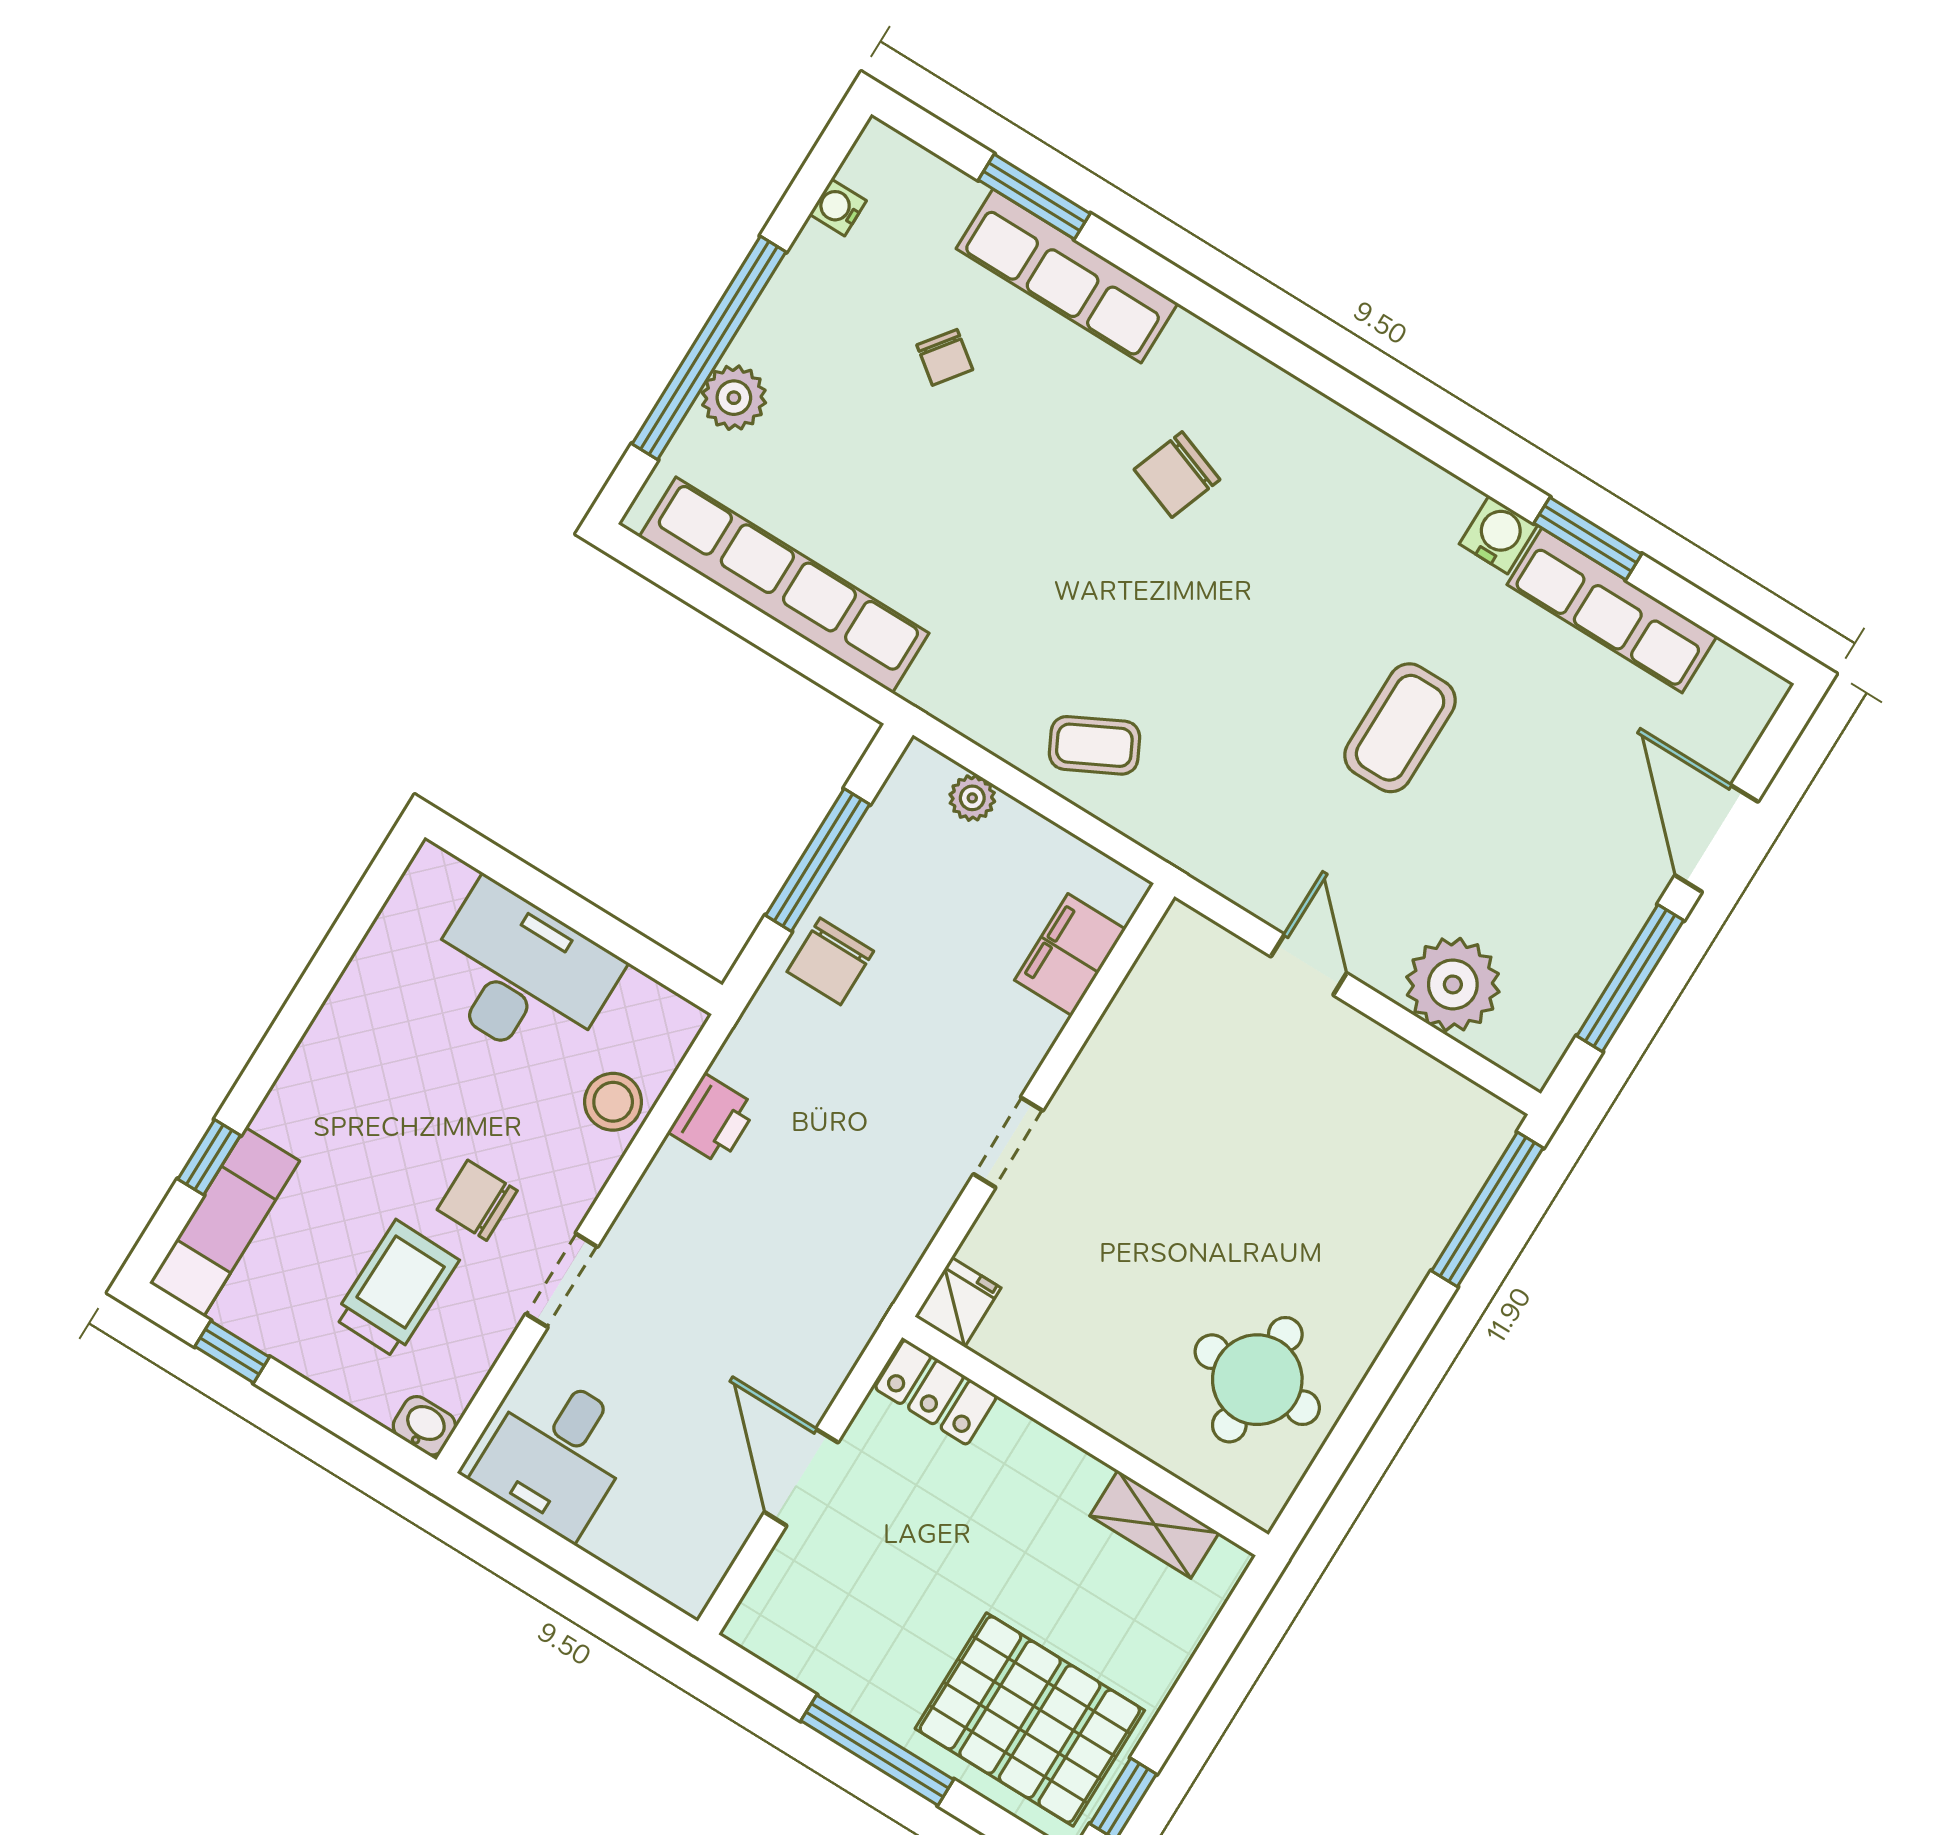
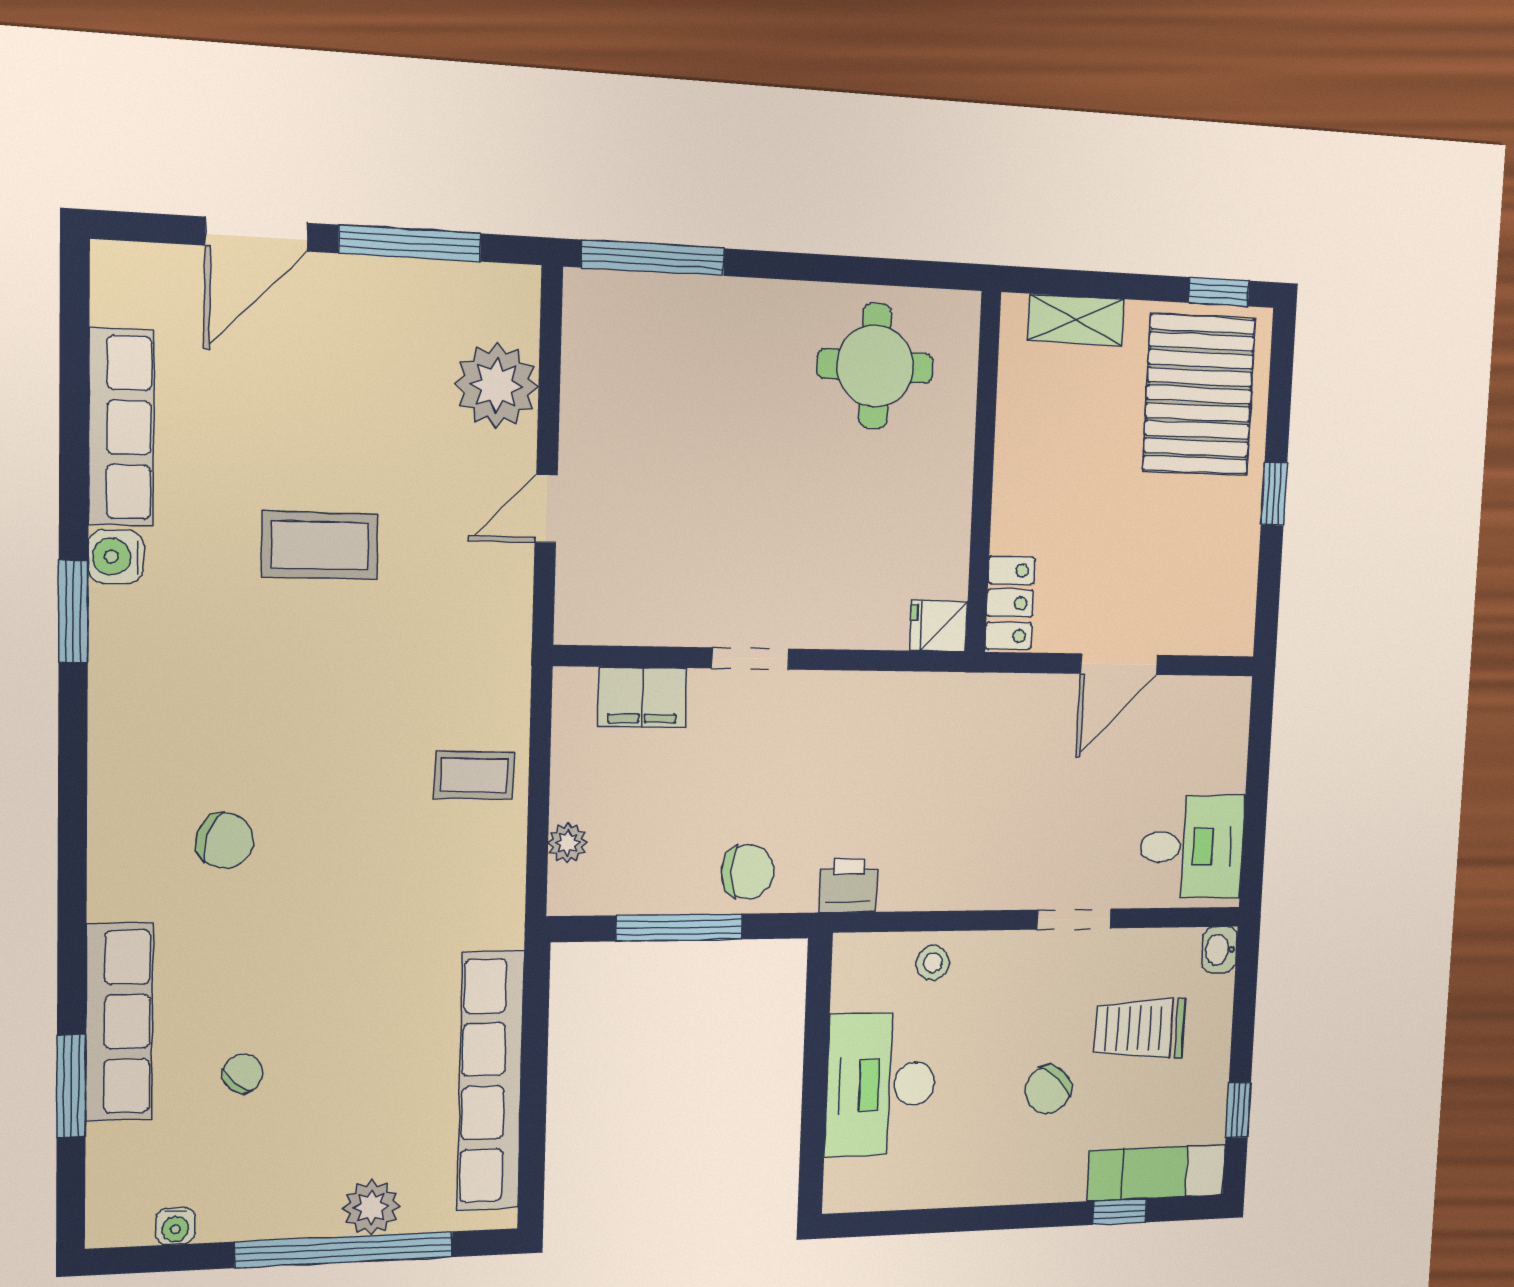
window: (1588, 539) -> (73, 611), moved
coffee table: (1094, 745) -> (474, 775), turned -62
stool: (613, 1102) -> (933, 963), width x0.73, depth x0.73
printer: (713, 1119) -> (849, 885), moved
doorway: (1008, 1142) -> (751, 659), moved
chair: (477, 1200) -> (1048, 1090), moved, turned 42
shelving: (1154, 1524) -> (1076, 320), moved, turned 90
window: (877, 1750) -> (1274, 494), width x0.46

